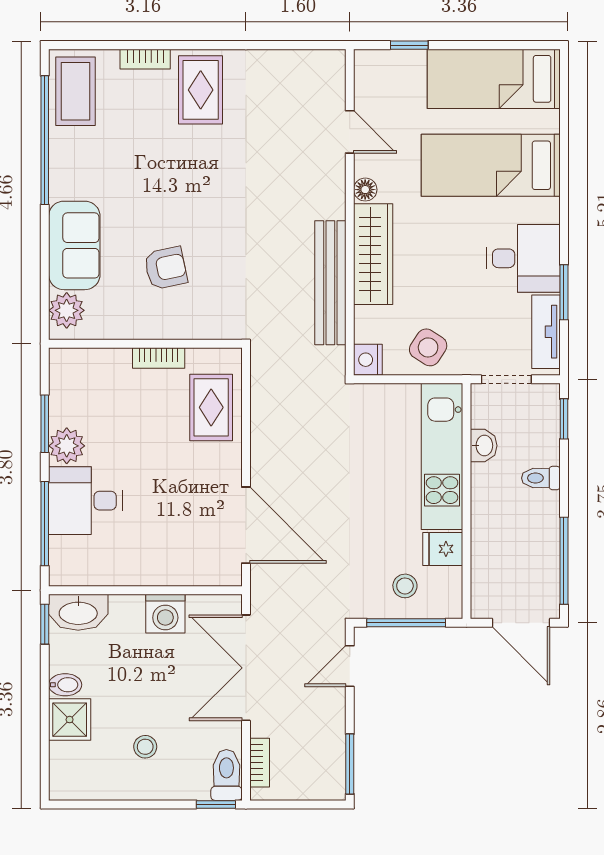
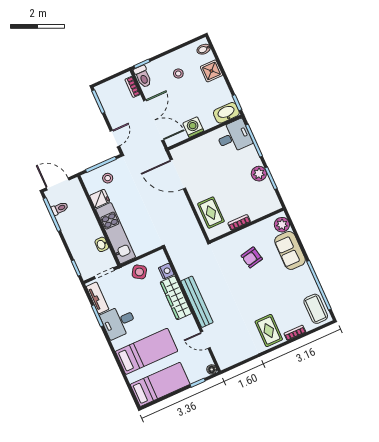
floor lamp: (365, 190) -> (212, 369), moved
bench: (330, 283) -> (197, 302), moved
nightstand: (368, 360) -> (166, 271), moved
toilet: (541, 478) -> (60, 208), moved
desk: (85, 501) -> (234, 137), moved
bidet: (65, 685) -> (204, 49), moved

